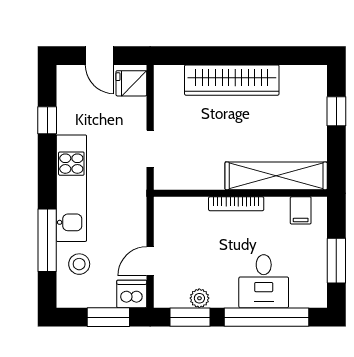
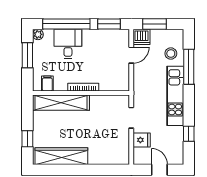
wardrobe: (232, 80) -> (61, 156), moved
fridge: (131, 83) -> (142, 140), moved
plant: (199, 298) -> (38, 34), moved

